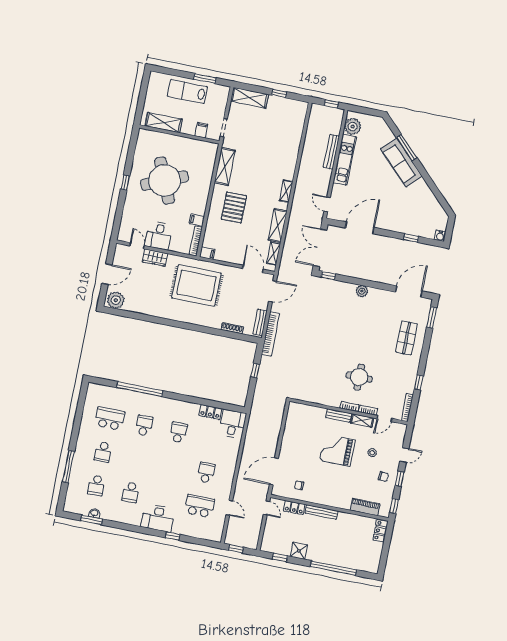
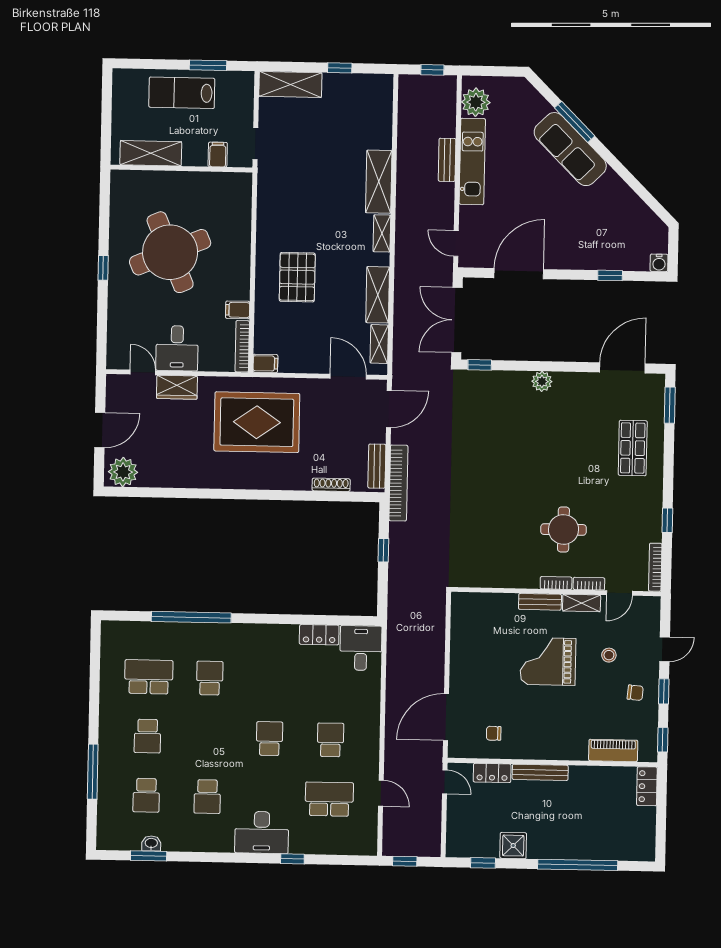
bench: (331, 152) -> (447, 160), width x0.73
shelving: (225, 167) -> (379, 182), moved
school desk: (178, 432) -> (269, 739), moved

